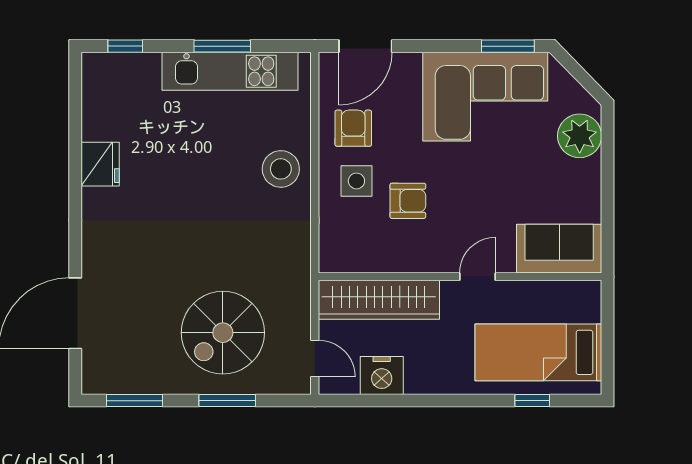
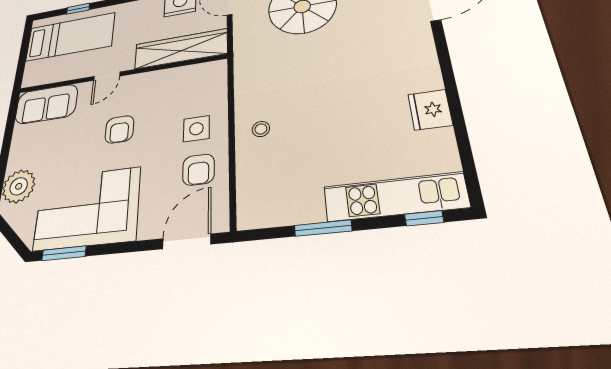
kitchen unit: (230, 71) -> (395, 197), moved
stool: (281, 169) -> (261, 129), width x0.53, depth x0.53
armchair: (408, 201) -> (119, 129), moved, turned -90

